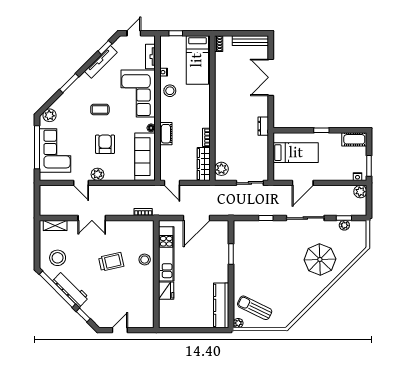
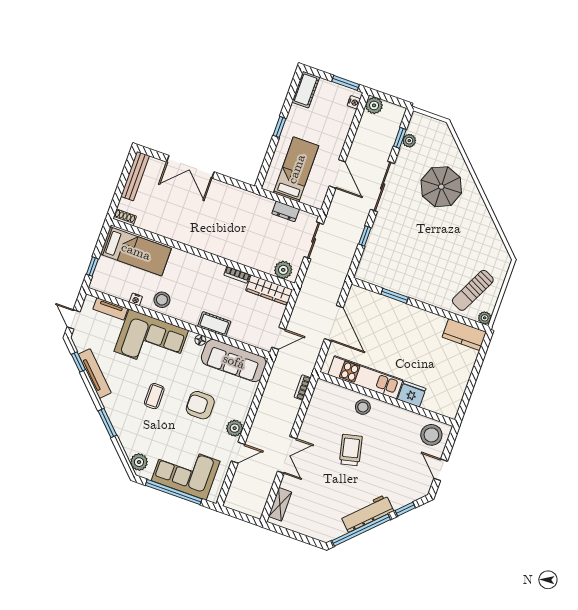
dresser: (263, 126) -> (286, 211), moved
stool: (58, 258) -> (431, 435), moved
kitchen counter: (221, 305) -> (464, 335), width x0.67

